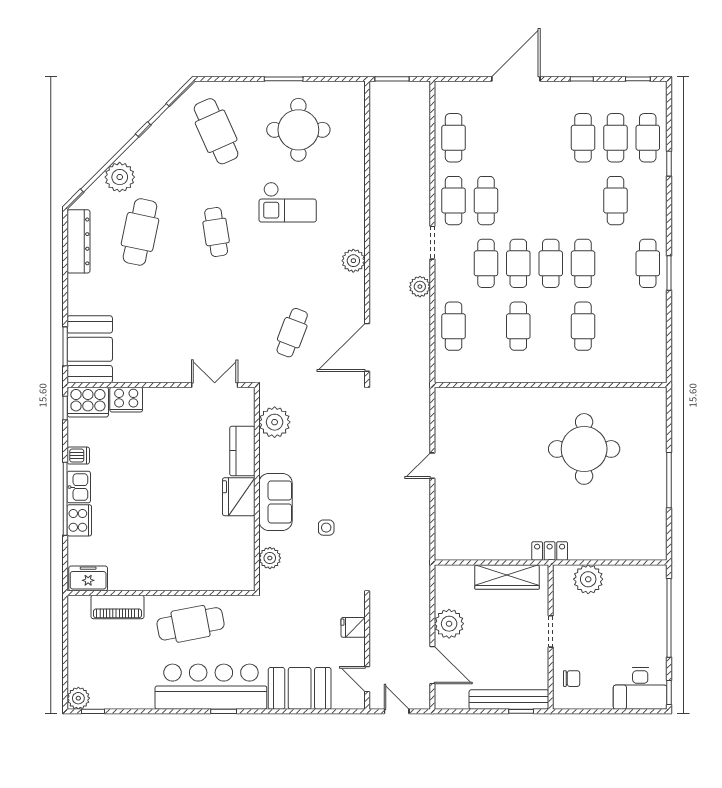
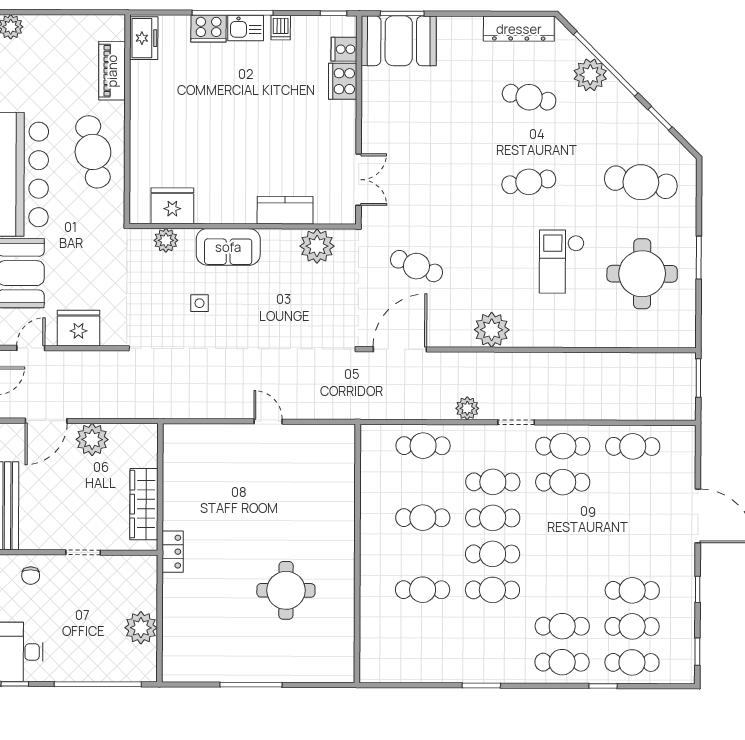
cafe table: (216, 131) -> (641, 182), turned 33
cafe table: (140, 232) -> (529, 97), width x0.73, depth x0.74
plant: (353, 261) -> (492, 330), width x1.36, depth x1.36
cafe table: (648, 263) -> (562, 662), moved
door: (367, 347) -> (400, 349), hinge flipped
cooker: (88, 402) -> (344, 49), width x0.53, depth x0.76
round table: (584, 449) -> (286, 590), width x0.73, depth x0.73
fridge: (239, 497) -> (172, 206), moved
plant: (588, 579) -> (141, 628), moved
fridge: (353, 627) -> (78, 328), width x1.88, depth x1.34

